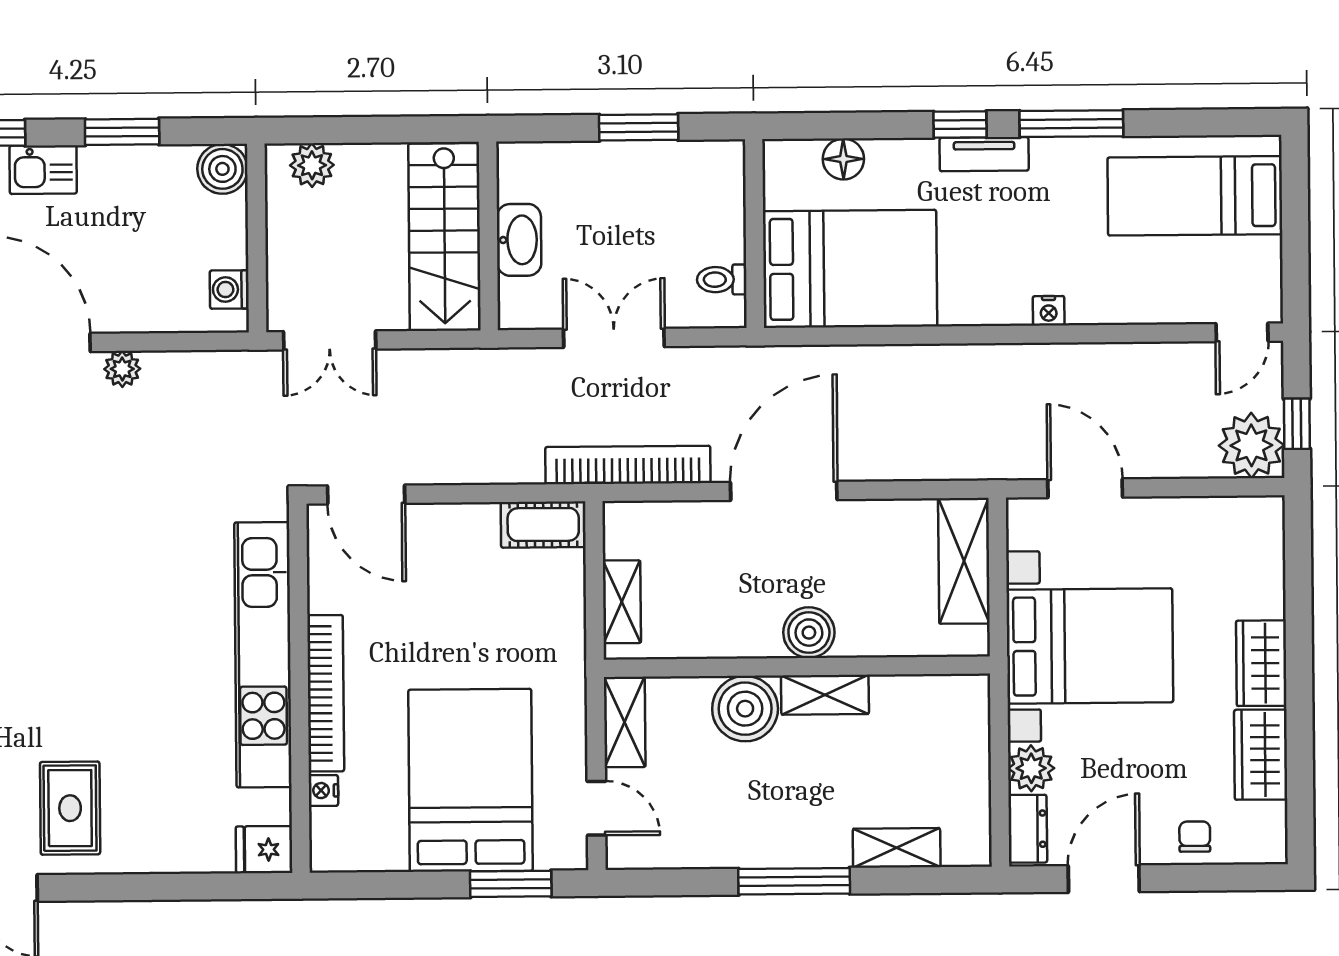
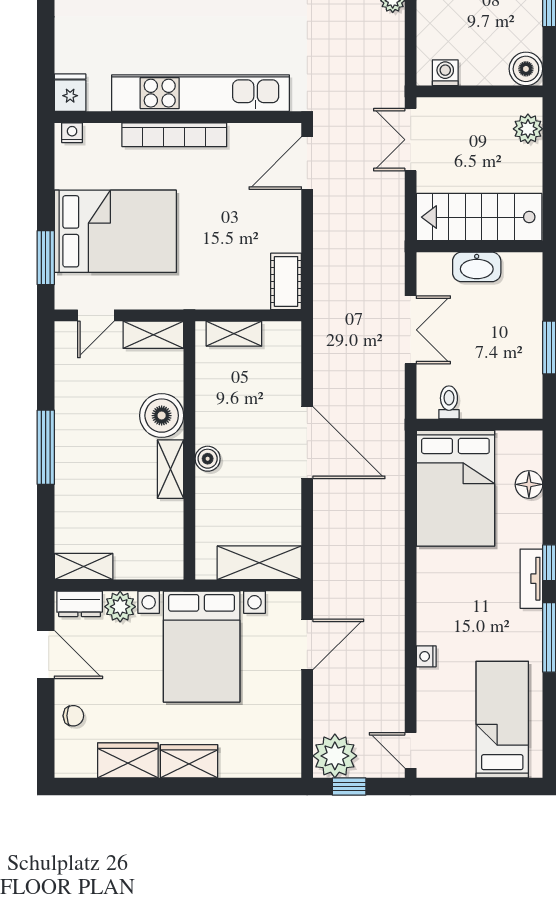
nightstand: (1049, 311) -> (426, 656), moved
bookcase: (628, 465) -> (325, 338), removed
boiler: (809, 633) -> (208, 459), width x0.73, depth x0.73
nightstand: (323, 790) -> (72, 133), moved
shelving: (897, 848) -> (84, 567), moved, turned 90

